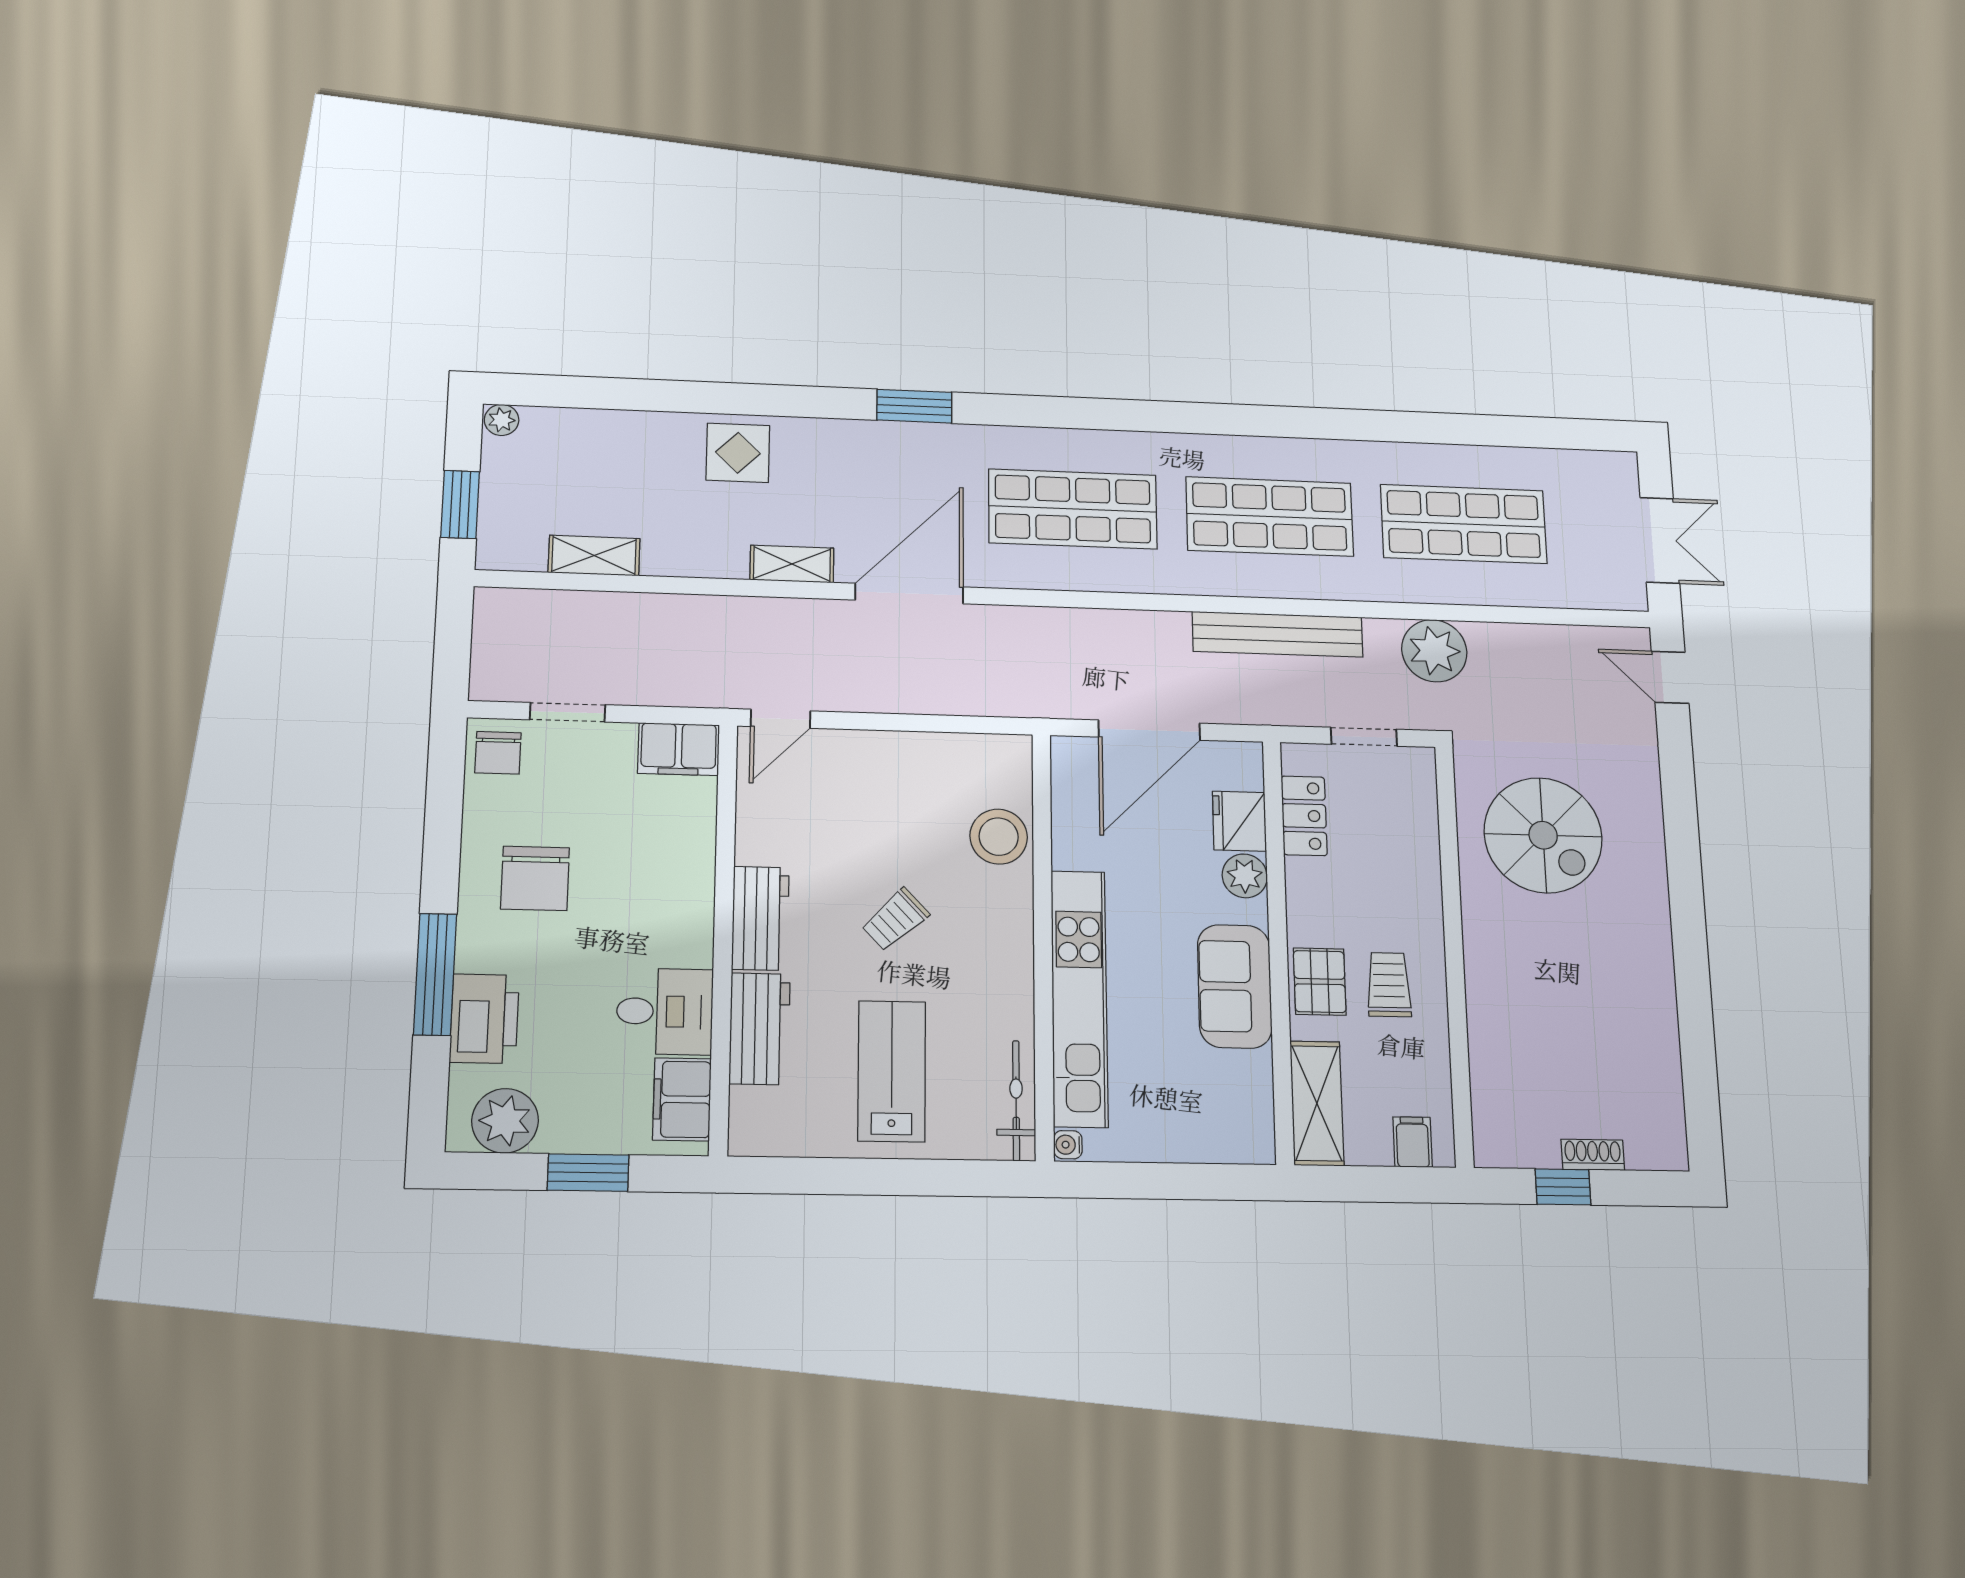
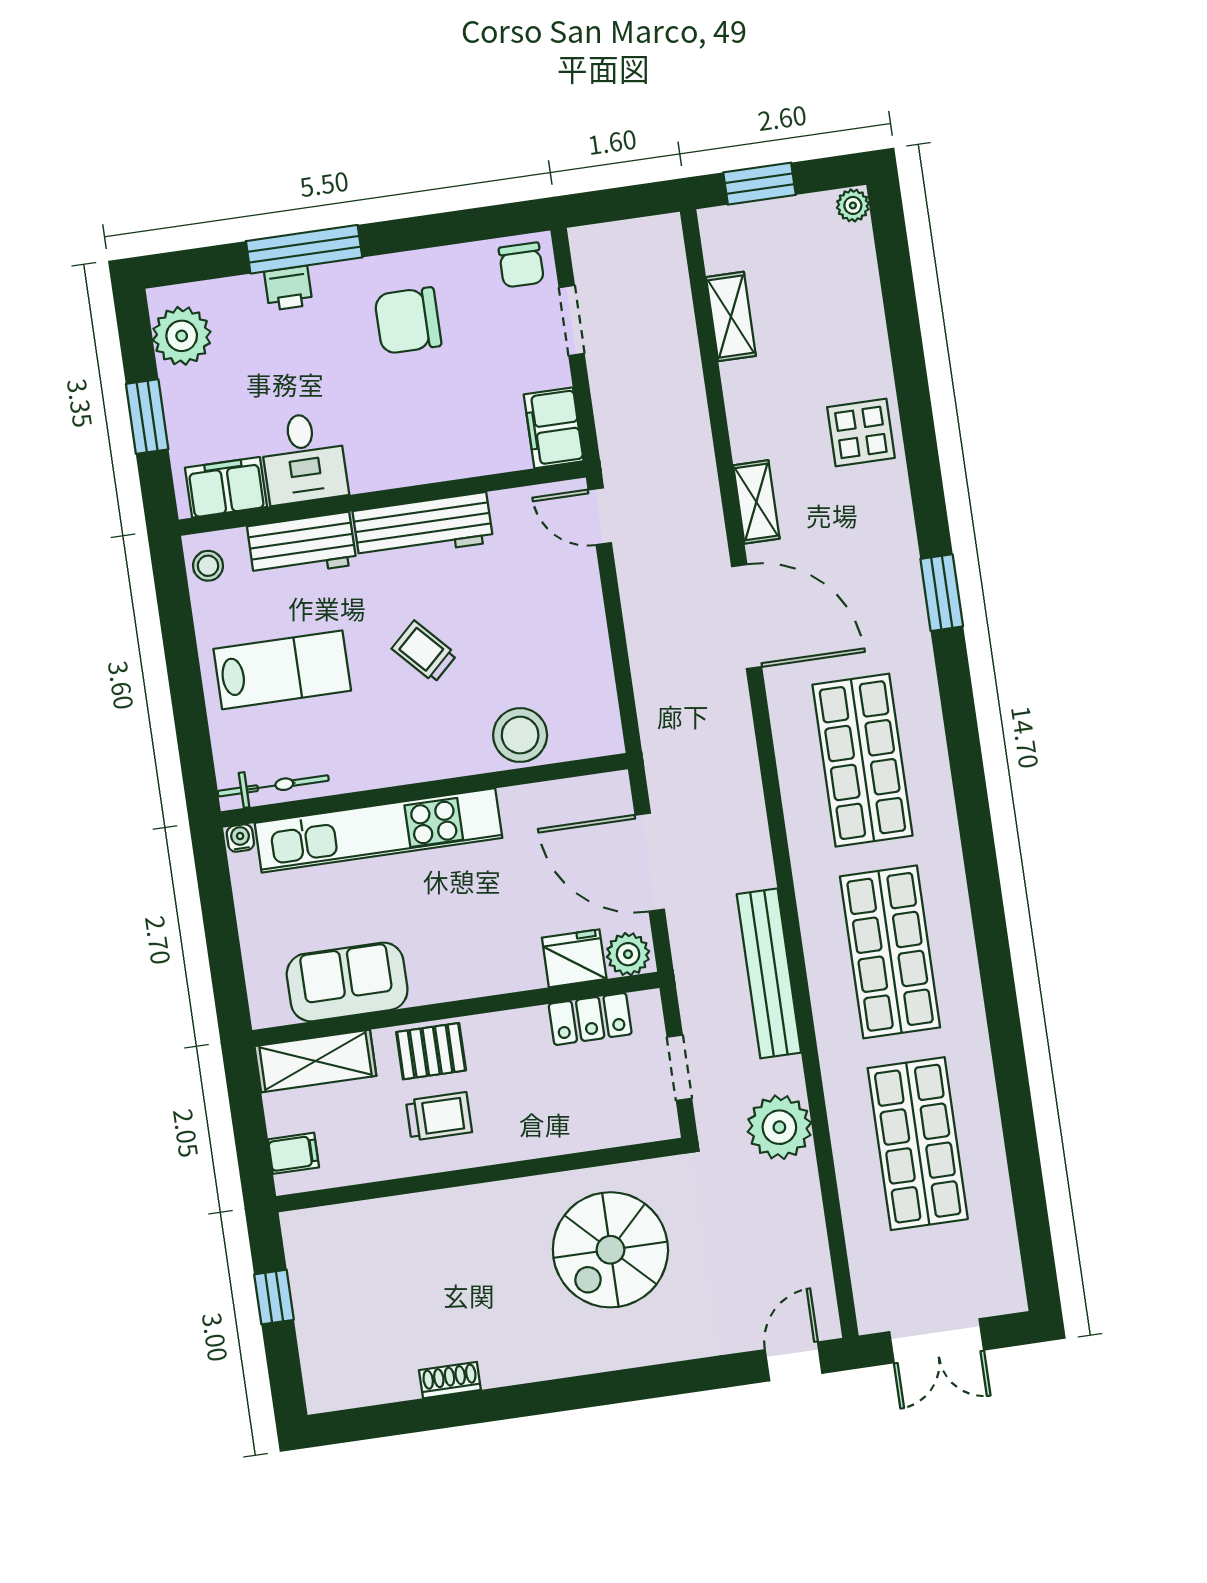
chair: (498, 753) -> (521, 265), turned -90
plant: (1245, 876) -> (628, 954), moved
workbench: (760, 918) -> (423, 527), width x1.38
sofa: (1235, 986) -> (347, 982), moved
printer: (484, 1019) -> (288, 288), width x0.53, depth x0.68
stool: (765, 1132) -> (208, 566), added
shoe rack: (1593, 1155) -> (450, 1380), moved, turned -90

